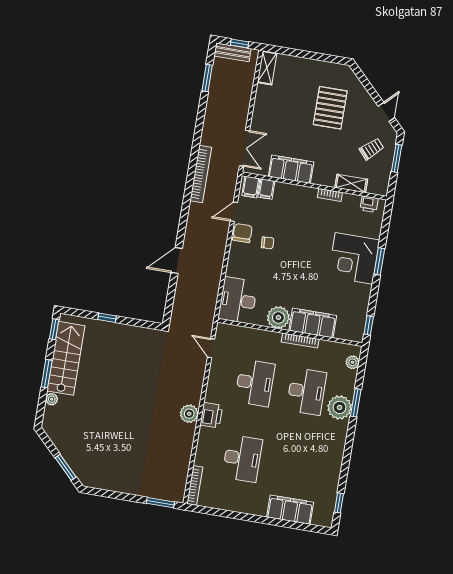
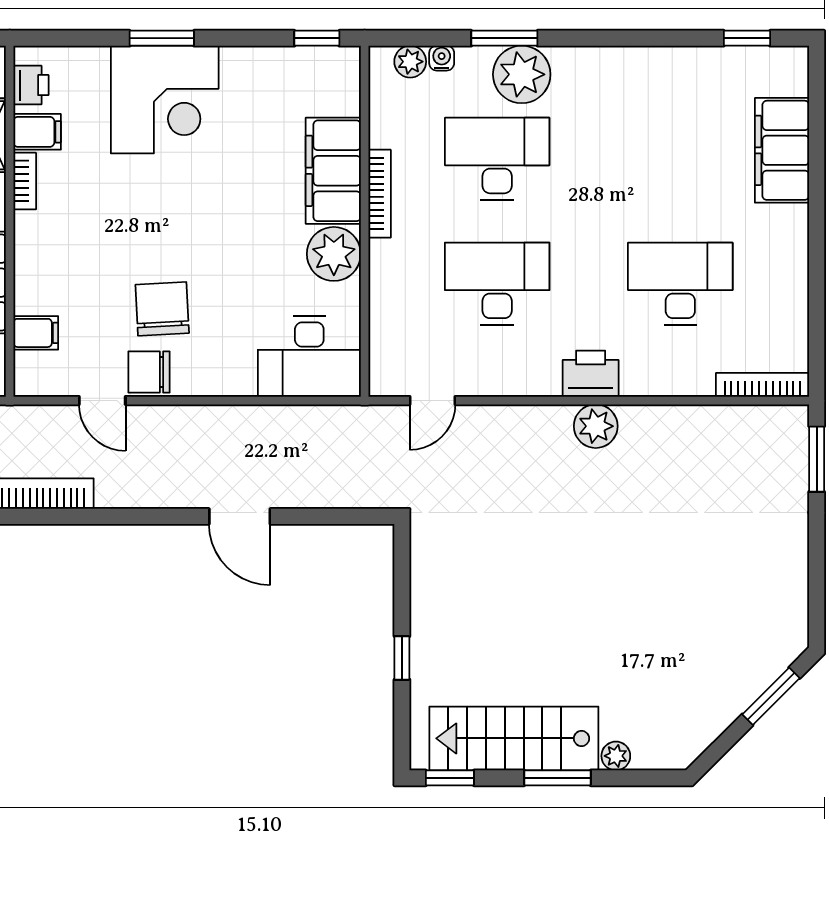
filing cabinet: (251, 187) -> (37, 132), moved
chair: (268, 243) -> (162, 309), width x1.87, depth x1.87
water cooler: (352, 376) -> (442, 58), added

